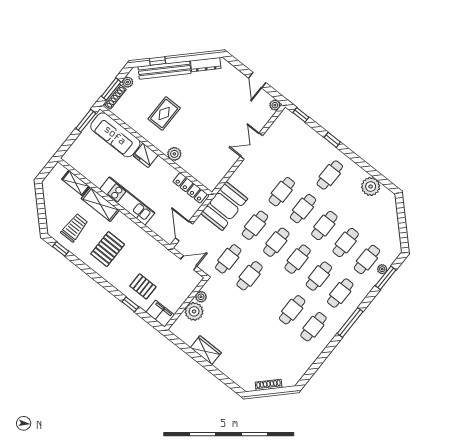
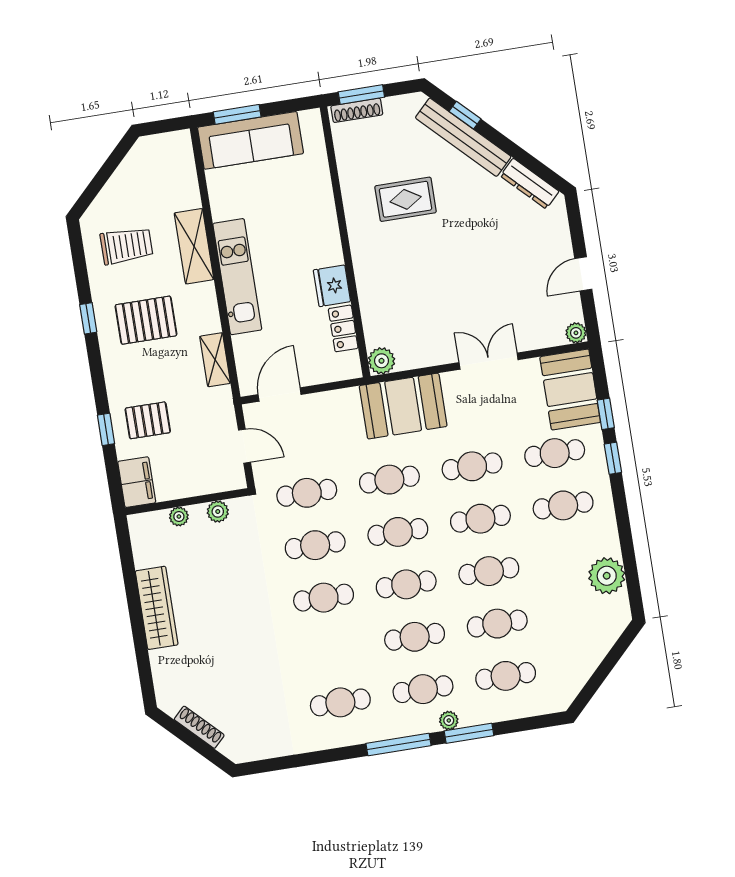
plant: (128, 82) -> (394, 106), removed
window: (301, 115) -> (606, 414), moved
window: (86, 121) -> (237, 114), moved
booth: (292, 129) -> (570, 390), added
sofa: (115, 135) -> (250, 140), moved, turned -90
plant: (174, 154) -> (382, 361), moved
fridge: (146, 155) -> (332, 286), moved
cafe table: (308, 158) -> (555, 453), added
shelving: (76, 183) -> (215, 360), moved
locker: (190, 188) -> (343, 328), width x0.66
booth: (224, 206) -> (403, 406), moved
window: (61, 249) -> (88, 318), moved
plant: (382, 269) -> (449, 720), moved
window: (386, 278) -> (469, 733), moved
pallet: (143, 286) -> (148, 420), turned 90
cafe table: (292, 310) -> (324, 598), moved
plant: (194, 311) -> (179, 517), width x0.53, depth x0.53
wardrobe: (206, 350) -> (157, 608), width x1.50

